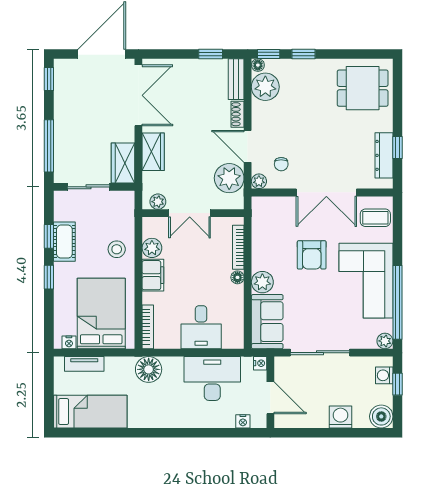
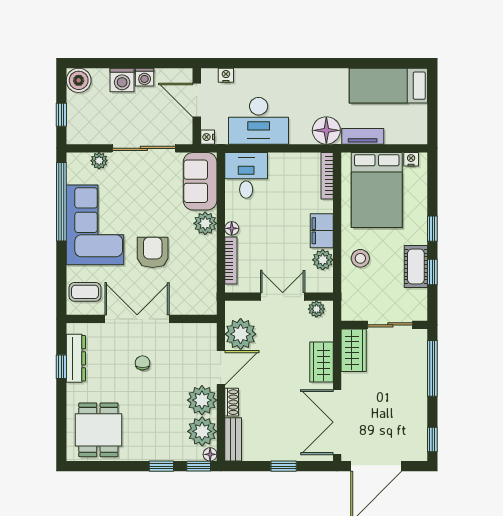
window: (211, 54) -> (284, 466), moved
dining table: (363, 88) -> (98, 430), turned 90
door: (248, 146) -> (221, 368), hinge flipped
chair: (281, 164) -> (143, 363), moved
plant: (259, 181) -> (202, 400), moved, width x1.88, depth x1.88
desk: (201, 327) -> (246, 175), moved
plant: (385, 341) -> (99, 161), moved
tv unit: (84, 364) -> (363, 136), moved
washing machine: (384, 375) -> (145, 77), moved, turned 90

